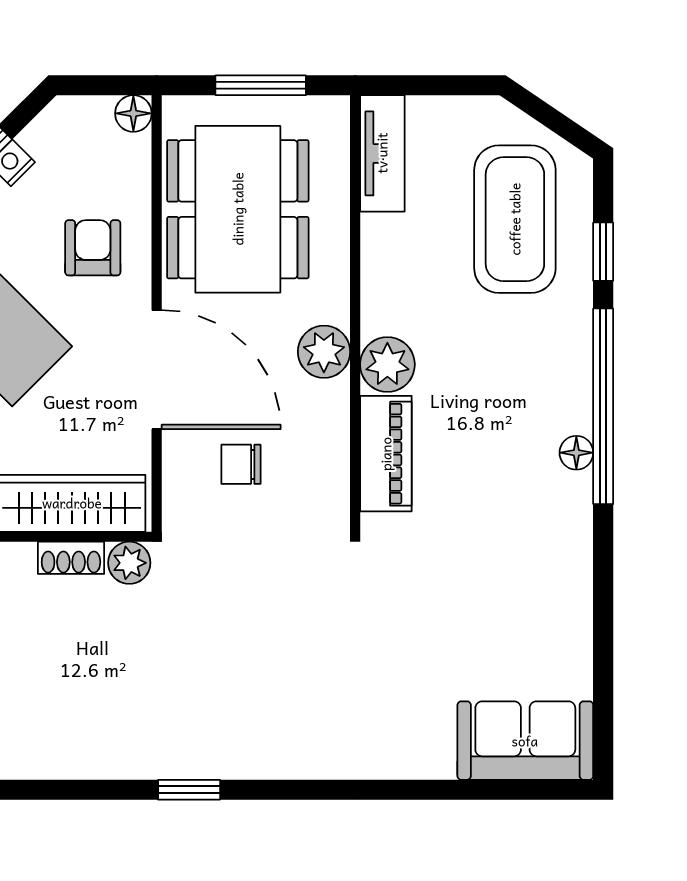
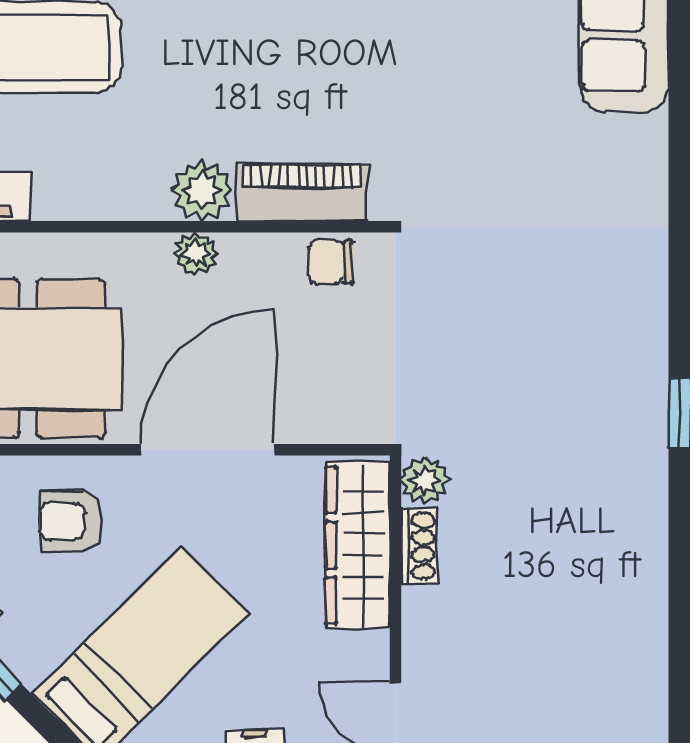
plant: (324, 352) -> (196, 254), width x0.73, depth x0.73
chair: (241, 464) -> (331, 262), moved, turned 90

